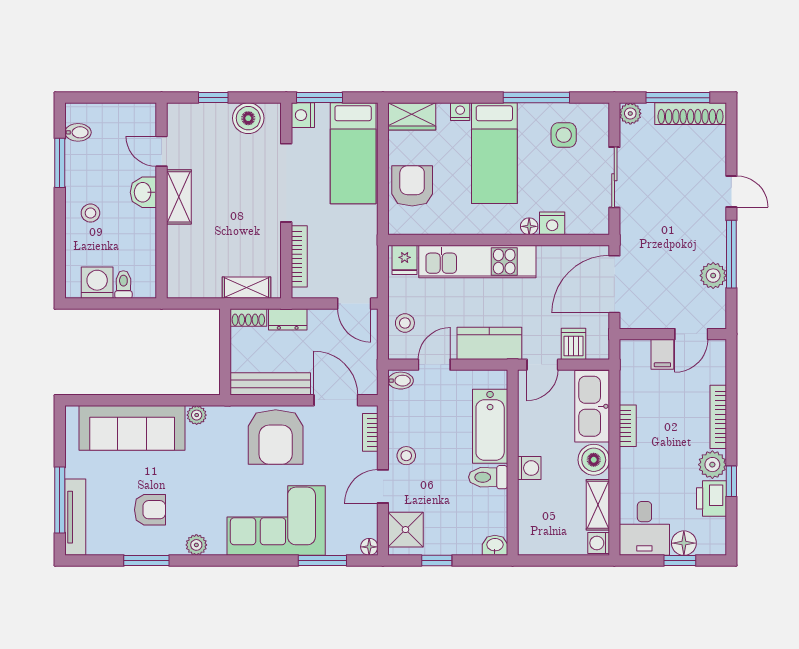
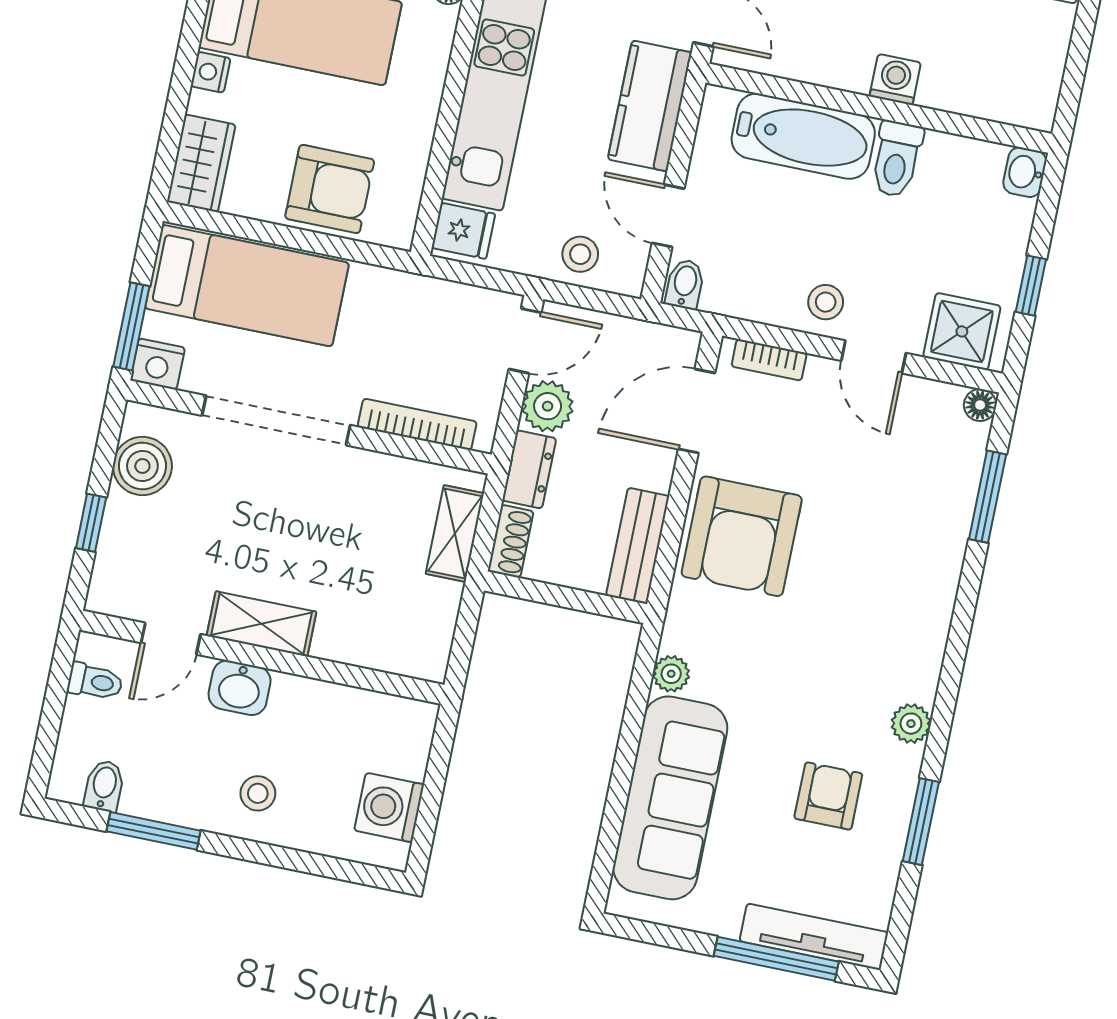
armchair: (412, 186) -> (330, 189), turned 180
toilet: (123, 285) -> (95, 682), moved, turned 180
plant: (323, 322) -> (548, 406), added
bench: (270, 384) -> (638, 546), width x0.73
armchair: (276, 437) -> (742, 536), turned 90
corner sofa: (276, 520) -> (896, 567), removed

